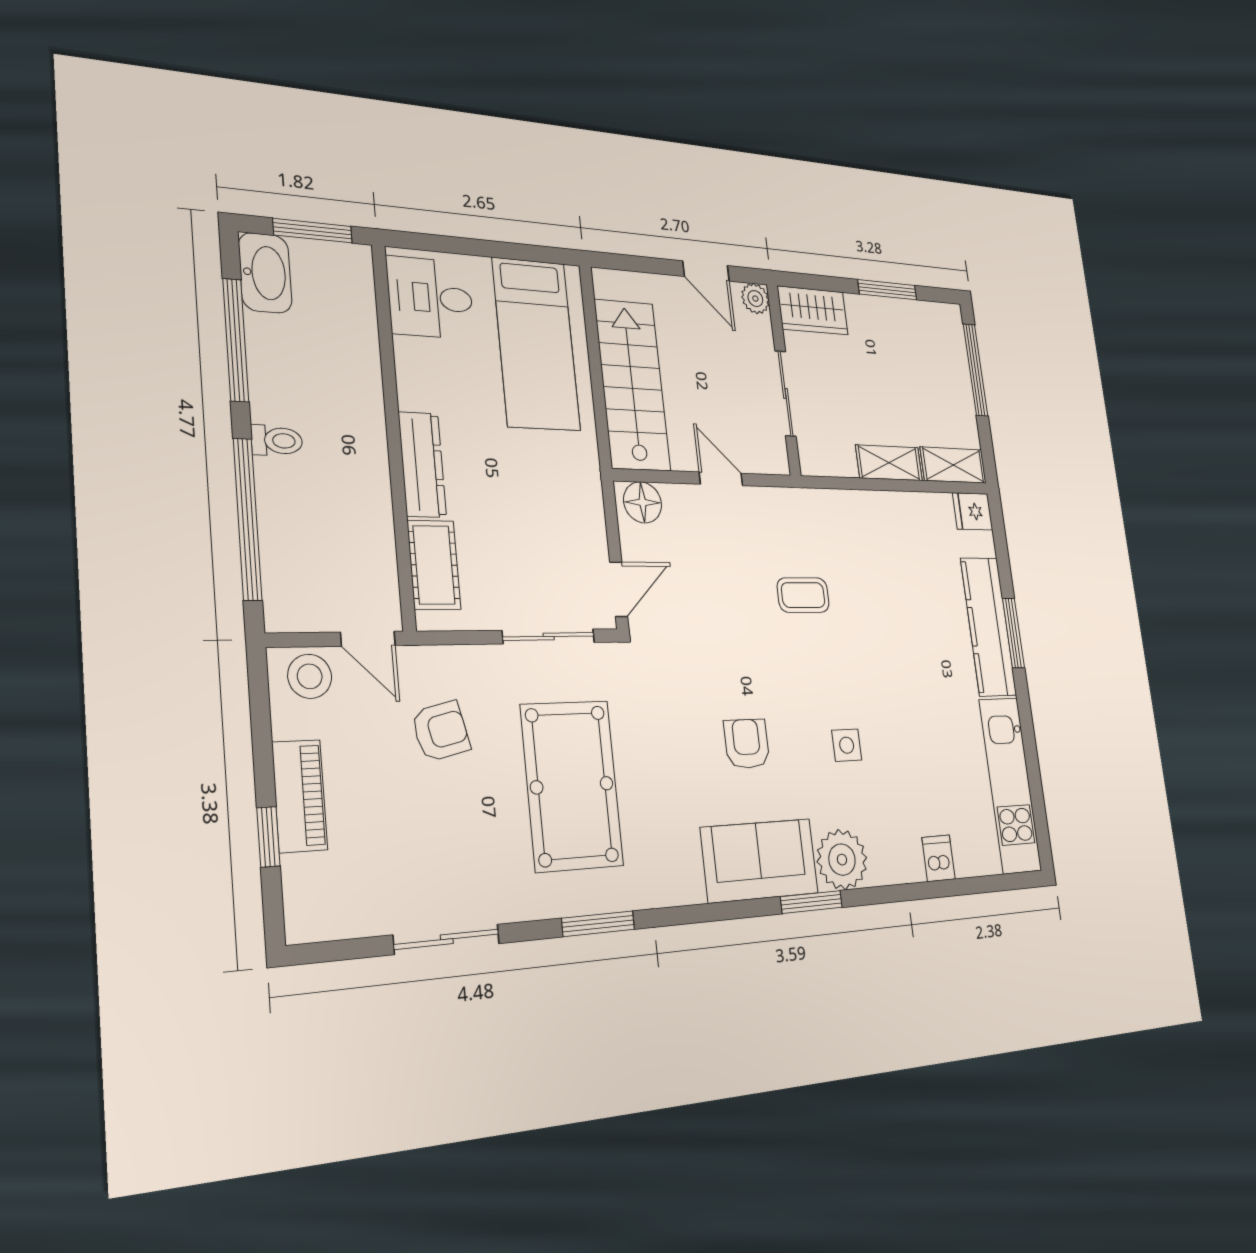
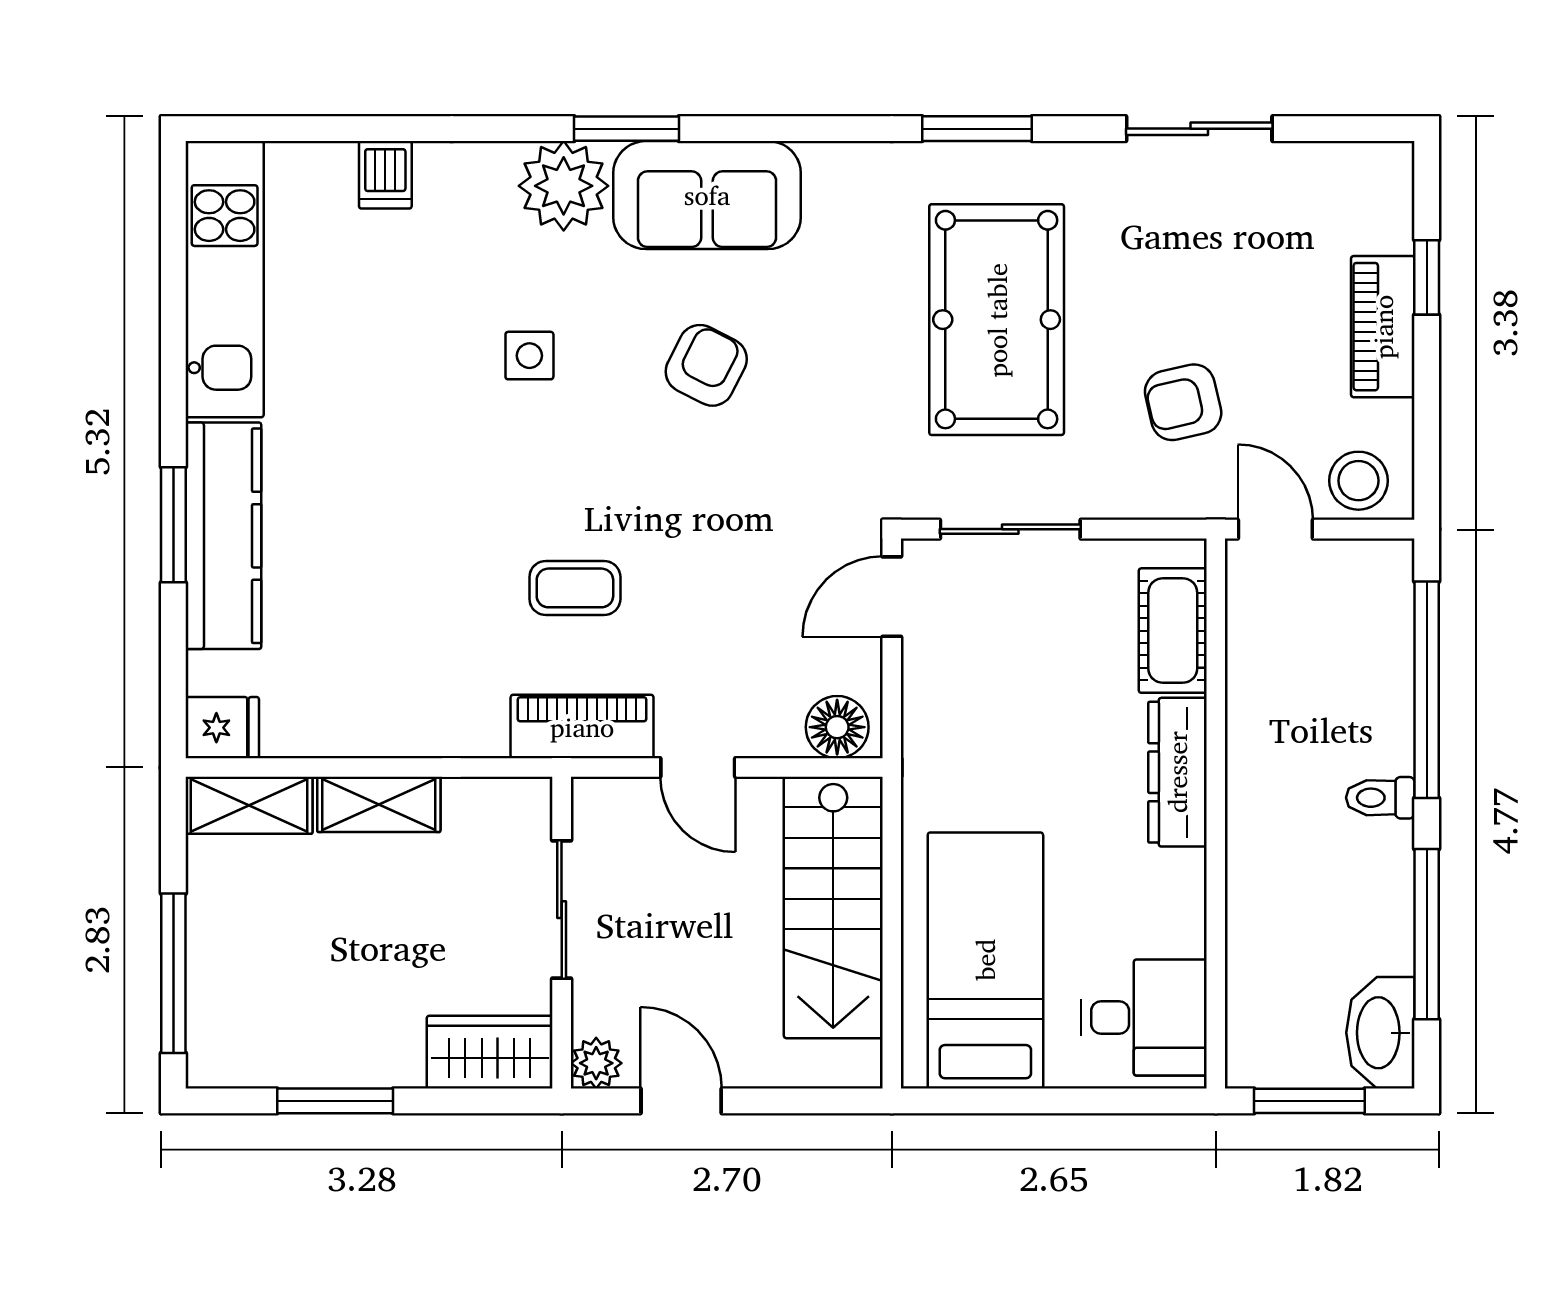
piano: (788, 507) -> (582, 727), added
armchair: (747, 744) -> (706, 365), turned -153

